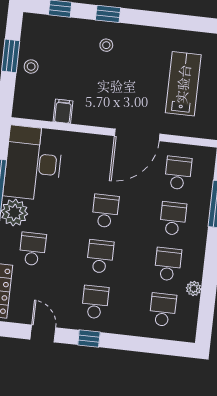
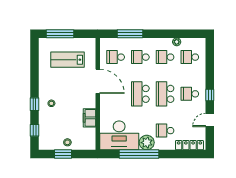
filing cabinet: (63, 111) -> (89, 118), width x2.00
school desk: (105, 211) -> (140, 94), width x1.85
school desk: (100, 257) -> (165, 94), width x1.85

